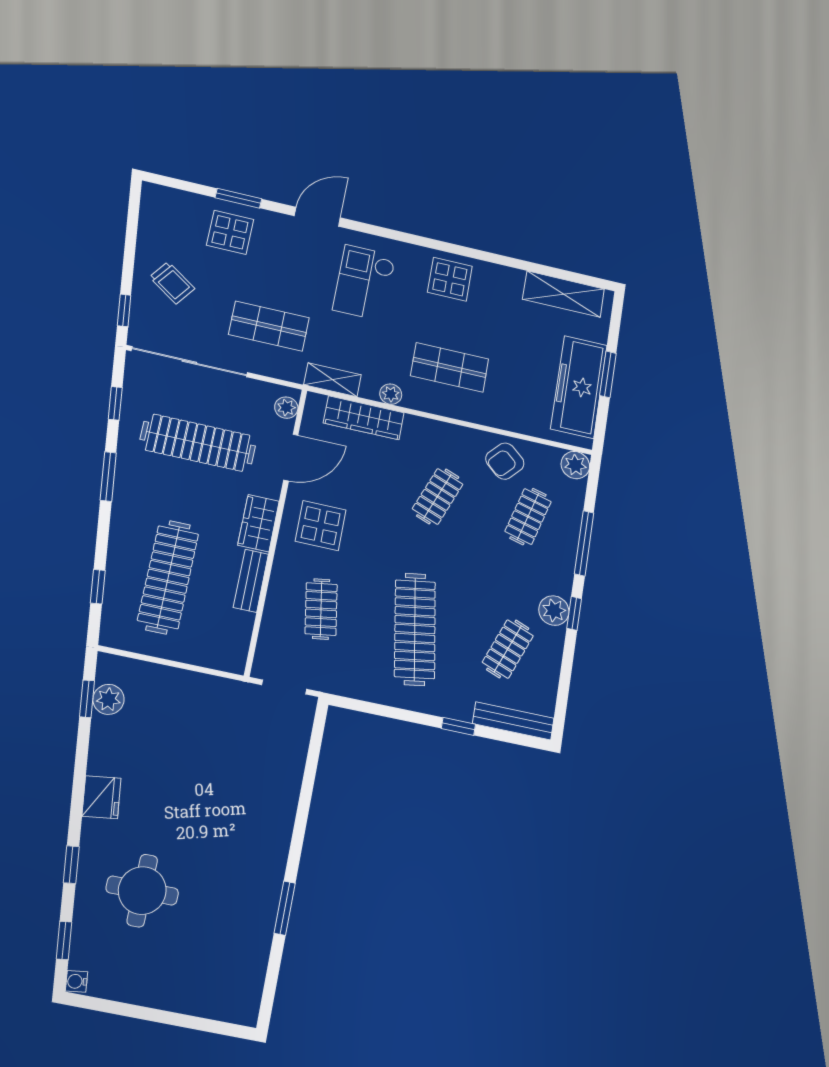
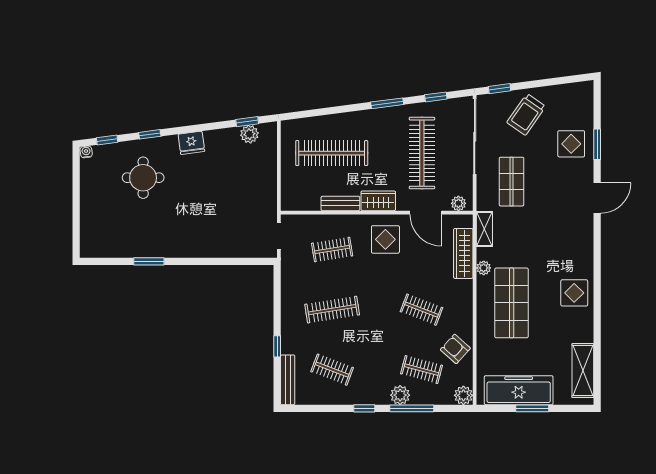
door: (317, 217) -> (597, 198), hinge flipped
trolley: (172, 283) -> (526, 114), width x1.36, depth x1.39
checkout: (364, 283) -> (557, 237), removed
shop shelf: (450, 367) -> (512, 303), width x1.43, depth x1.36
window: (98, 587) -> (316, 113), removed
plant: (554, 611) -> (400, 395), moved
clothes rail: (415, 629) -> (332, 310), width x0.73, depth x0.76

